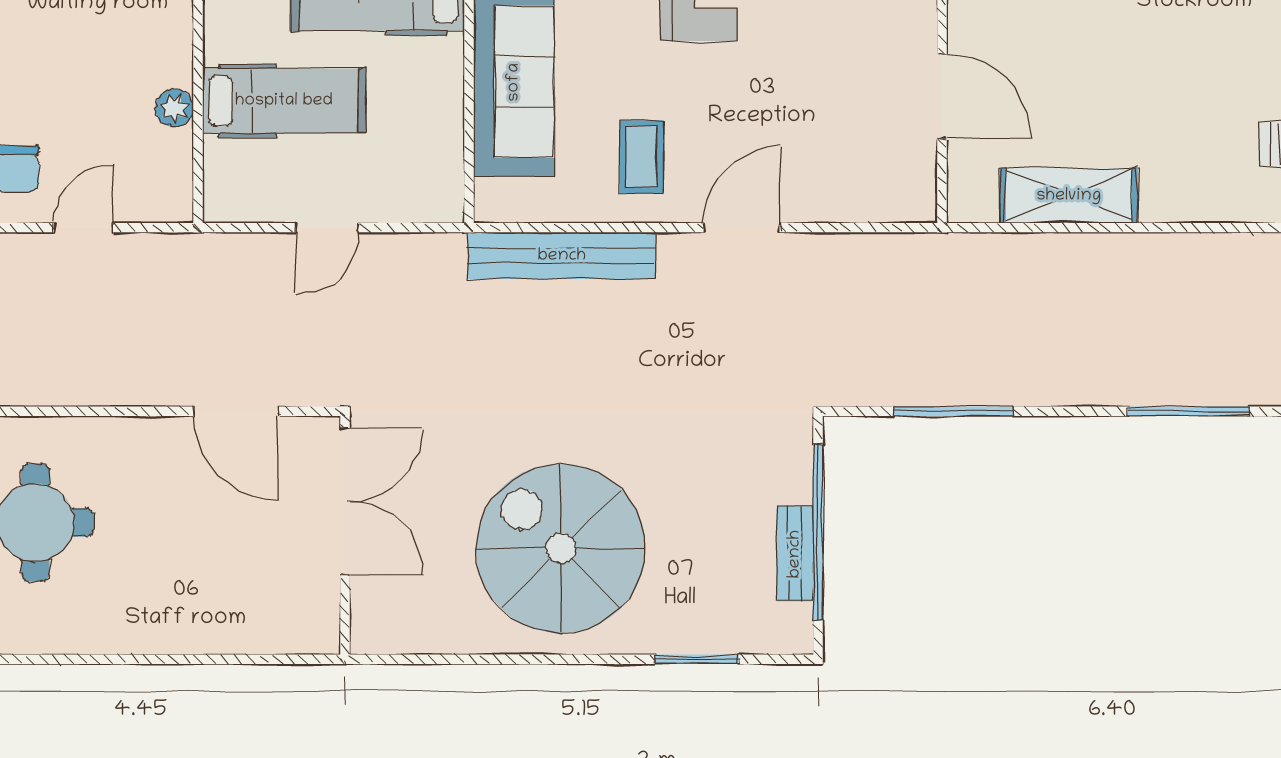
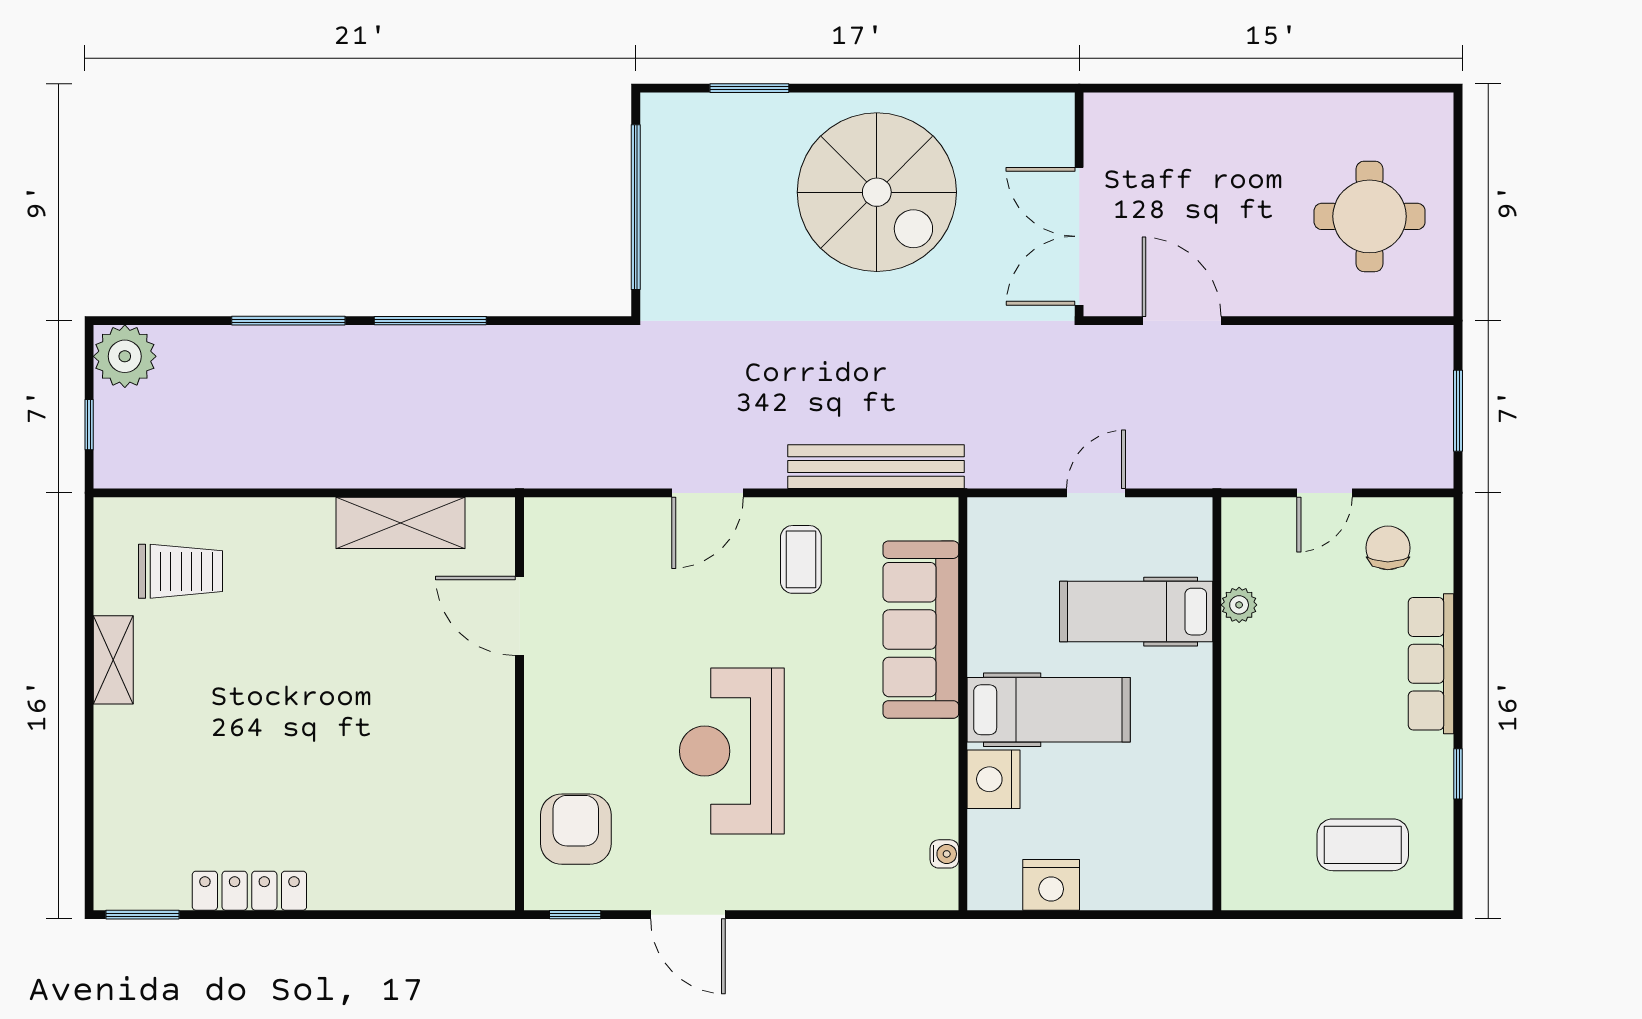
window: (953, 411) -> (430, 321), moved
bench: (795, 554) -> (657, 187), removed

